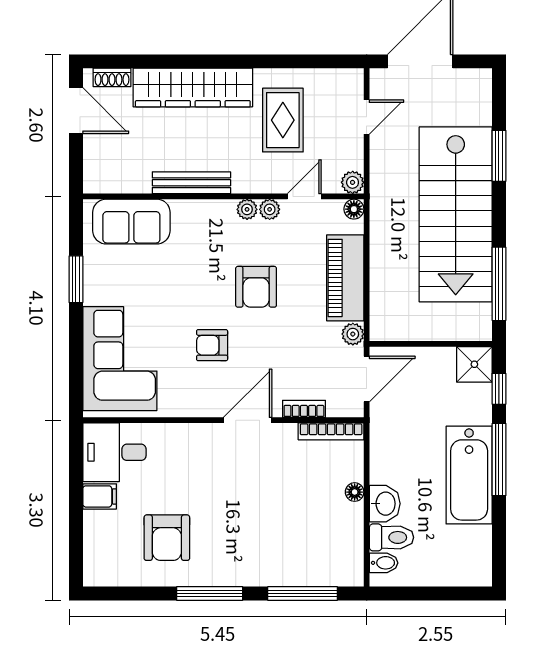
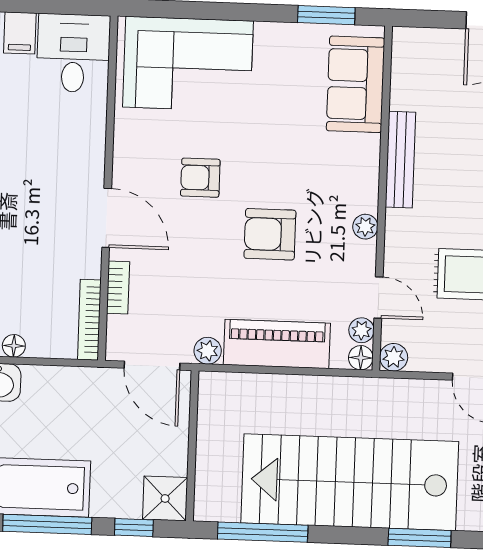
plant: (270, 209) -> (361, 330), moved
window: (76, 279) -> (326, 15), moved
armchair: (212, 345) -> (200, 178), turned -90

